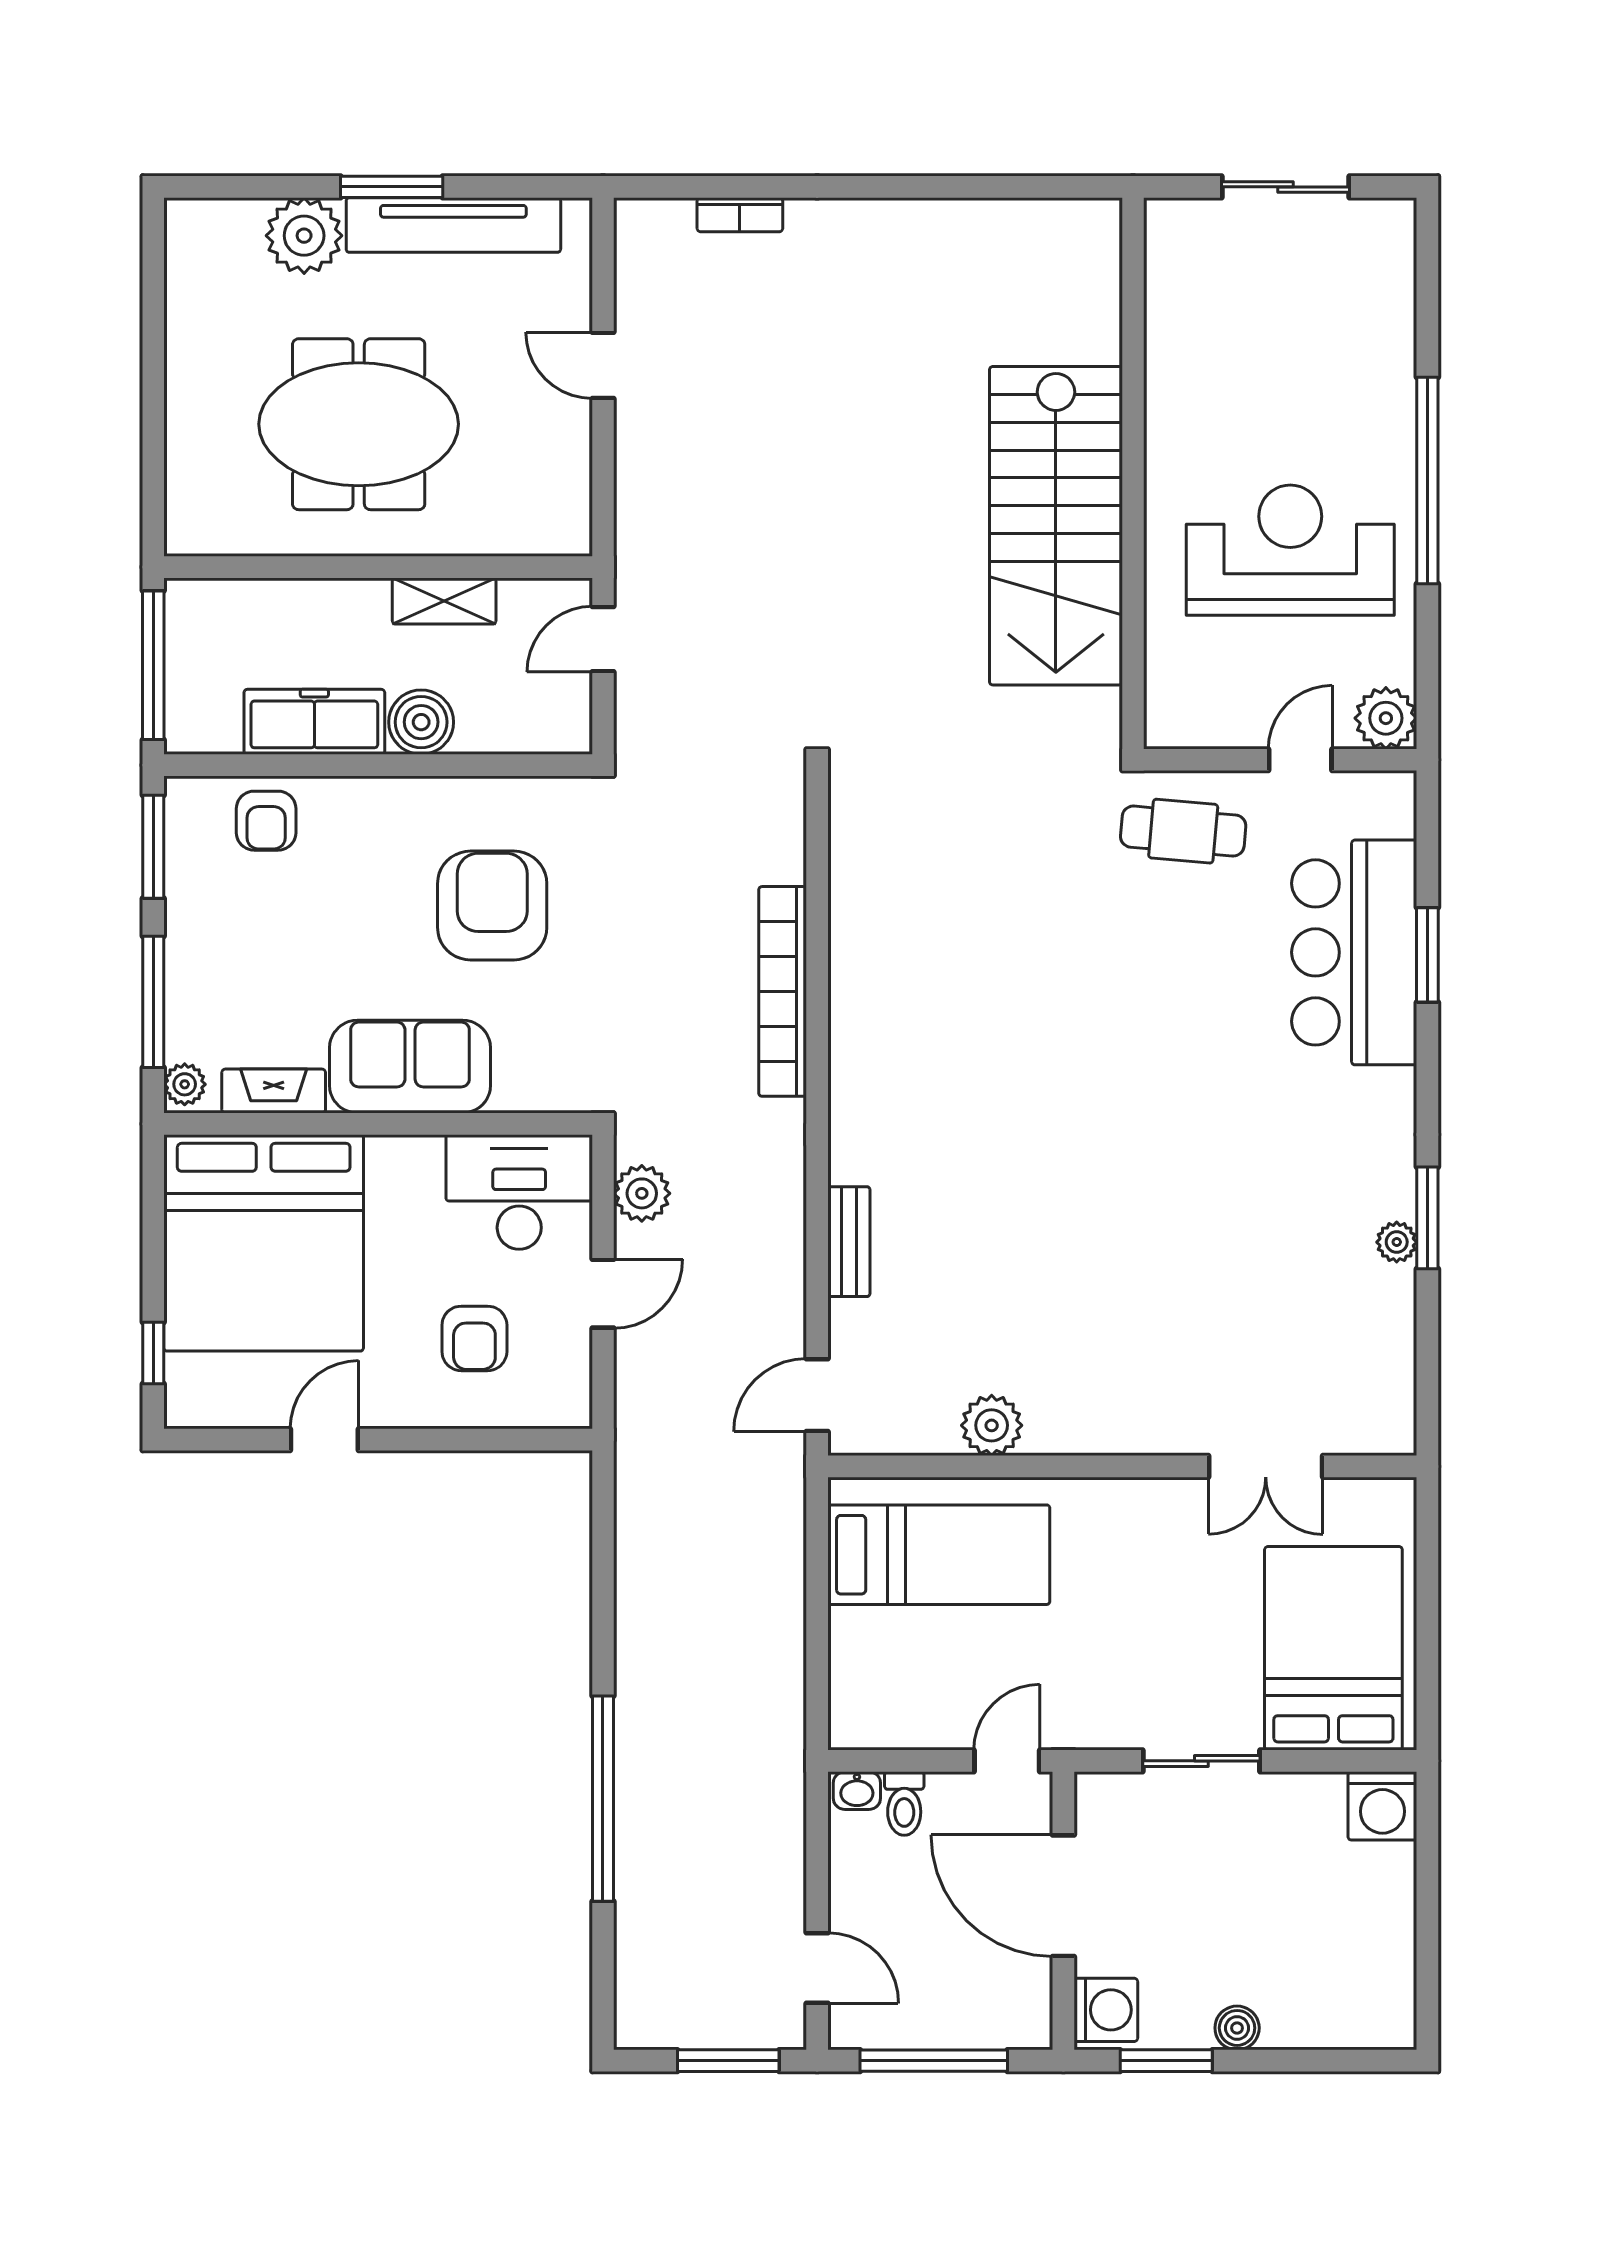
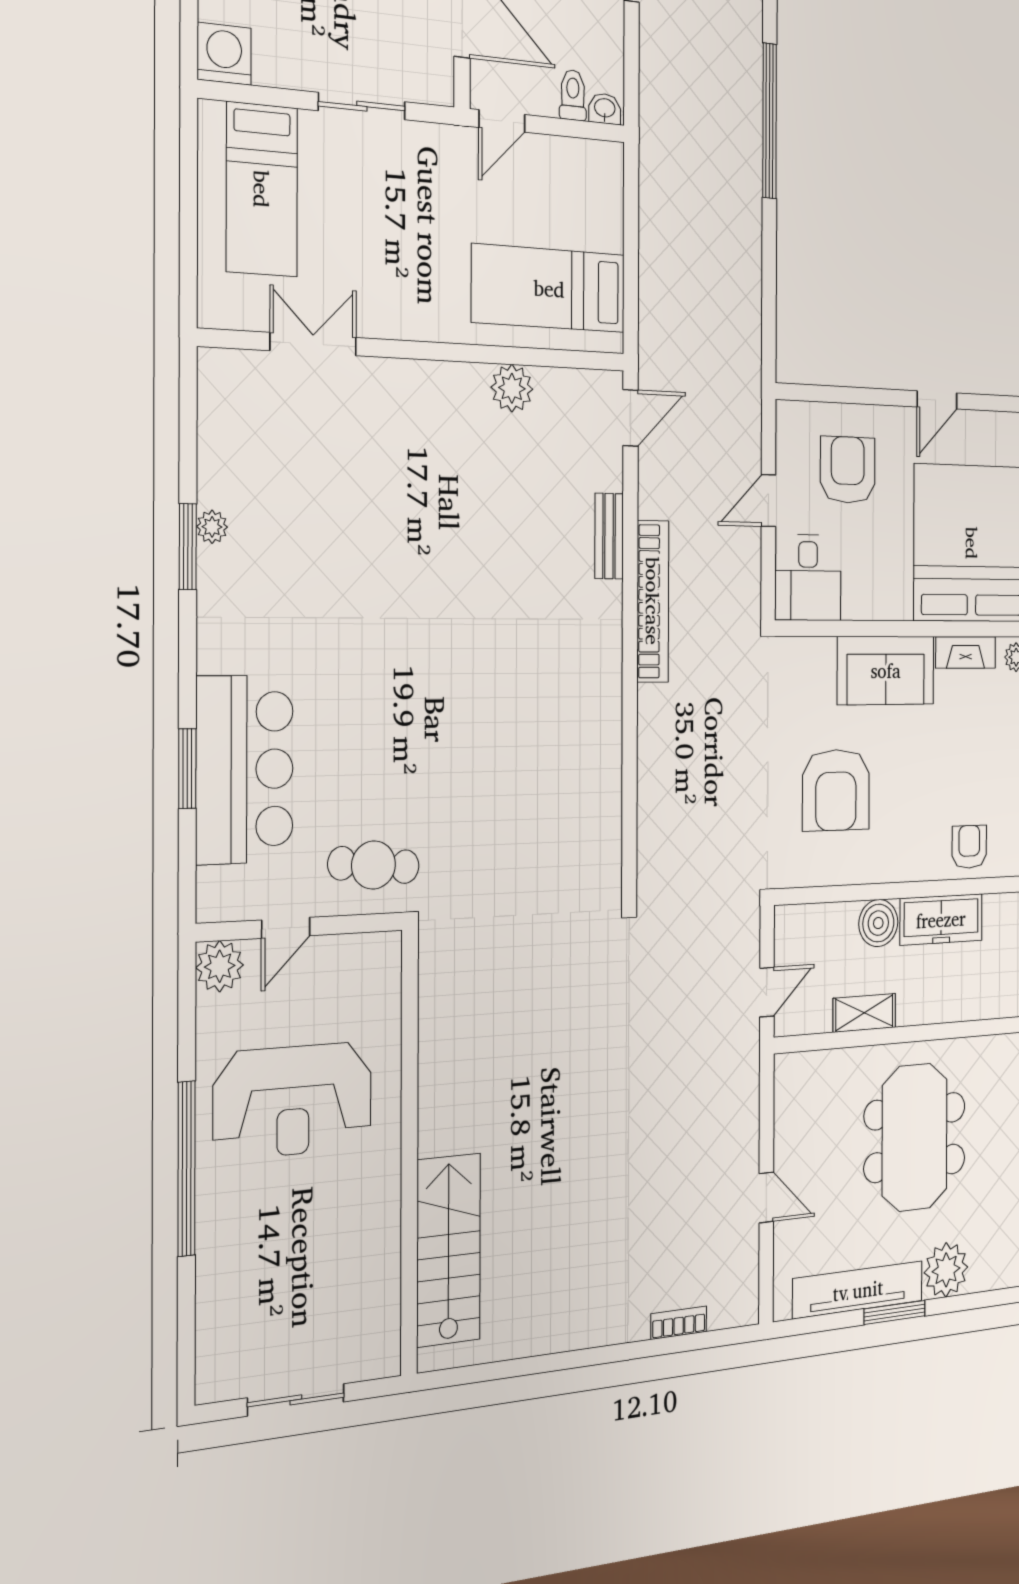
meeting table: (359, 424) -> (915, 1137), turned 90
stairs: (1056, 526) -> (449, 1250), moved, width x0.73, depth x0.66
bookcase: (783, 991) -> (653, 601), moved
desk: (519, 1192) -> (808, 578), width x0.73
plant: (642, 1193) -> (744, 576), removed
armchair: (474, 1338) -> (848, 470), width x1.38, depth x1.38
bed: (1333, 1648) -> (262, 189), width x0.67

